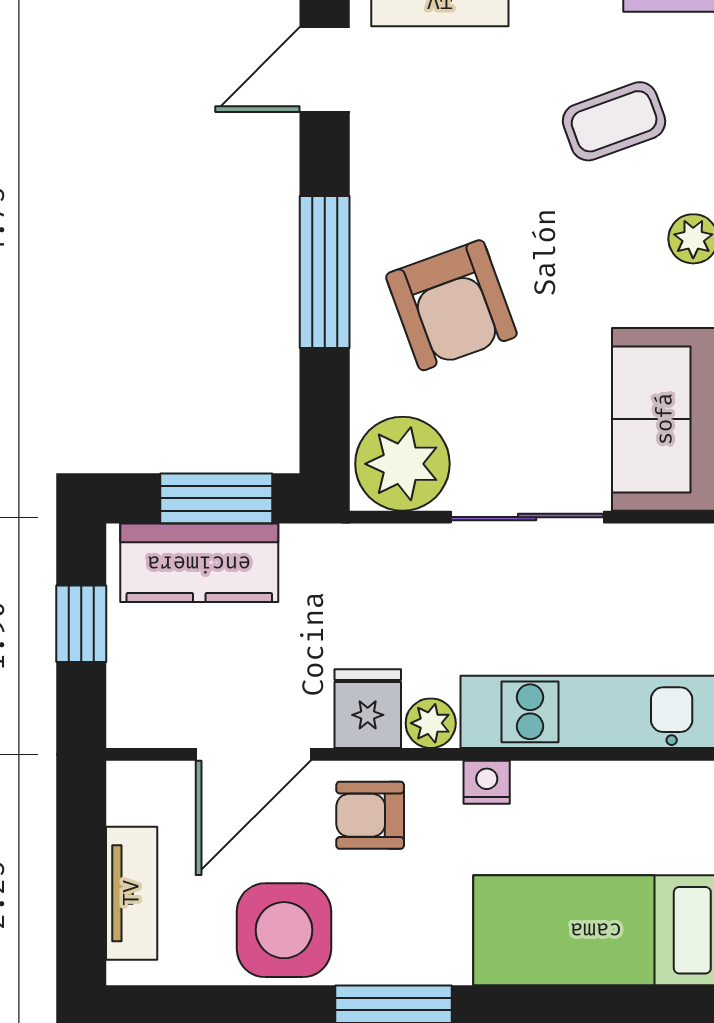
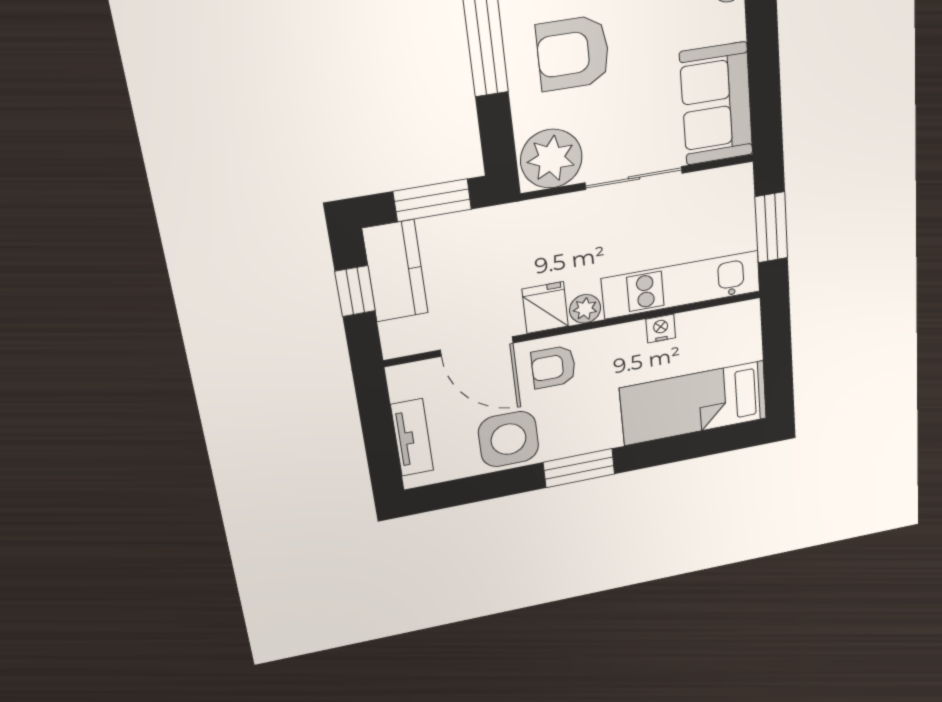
armchair: (451, 305) -> (573, 53), turned 110
kitchen counter: (199, 563) -> (395, 271), moved, turned -90
door: (253, 754) -> (477, 347), hinge flipped
nightstand: (487, 782) -> (661, 328), moved

